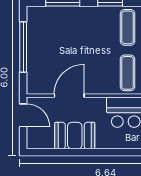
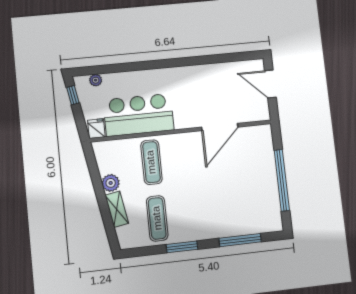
door: (23, 115) -> (270, 84), moved
booth: (75, 136) -> (208, 80), removed

